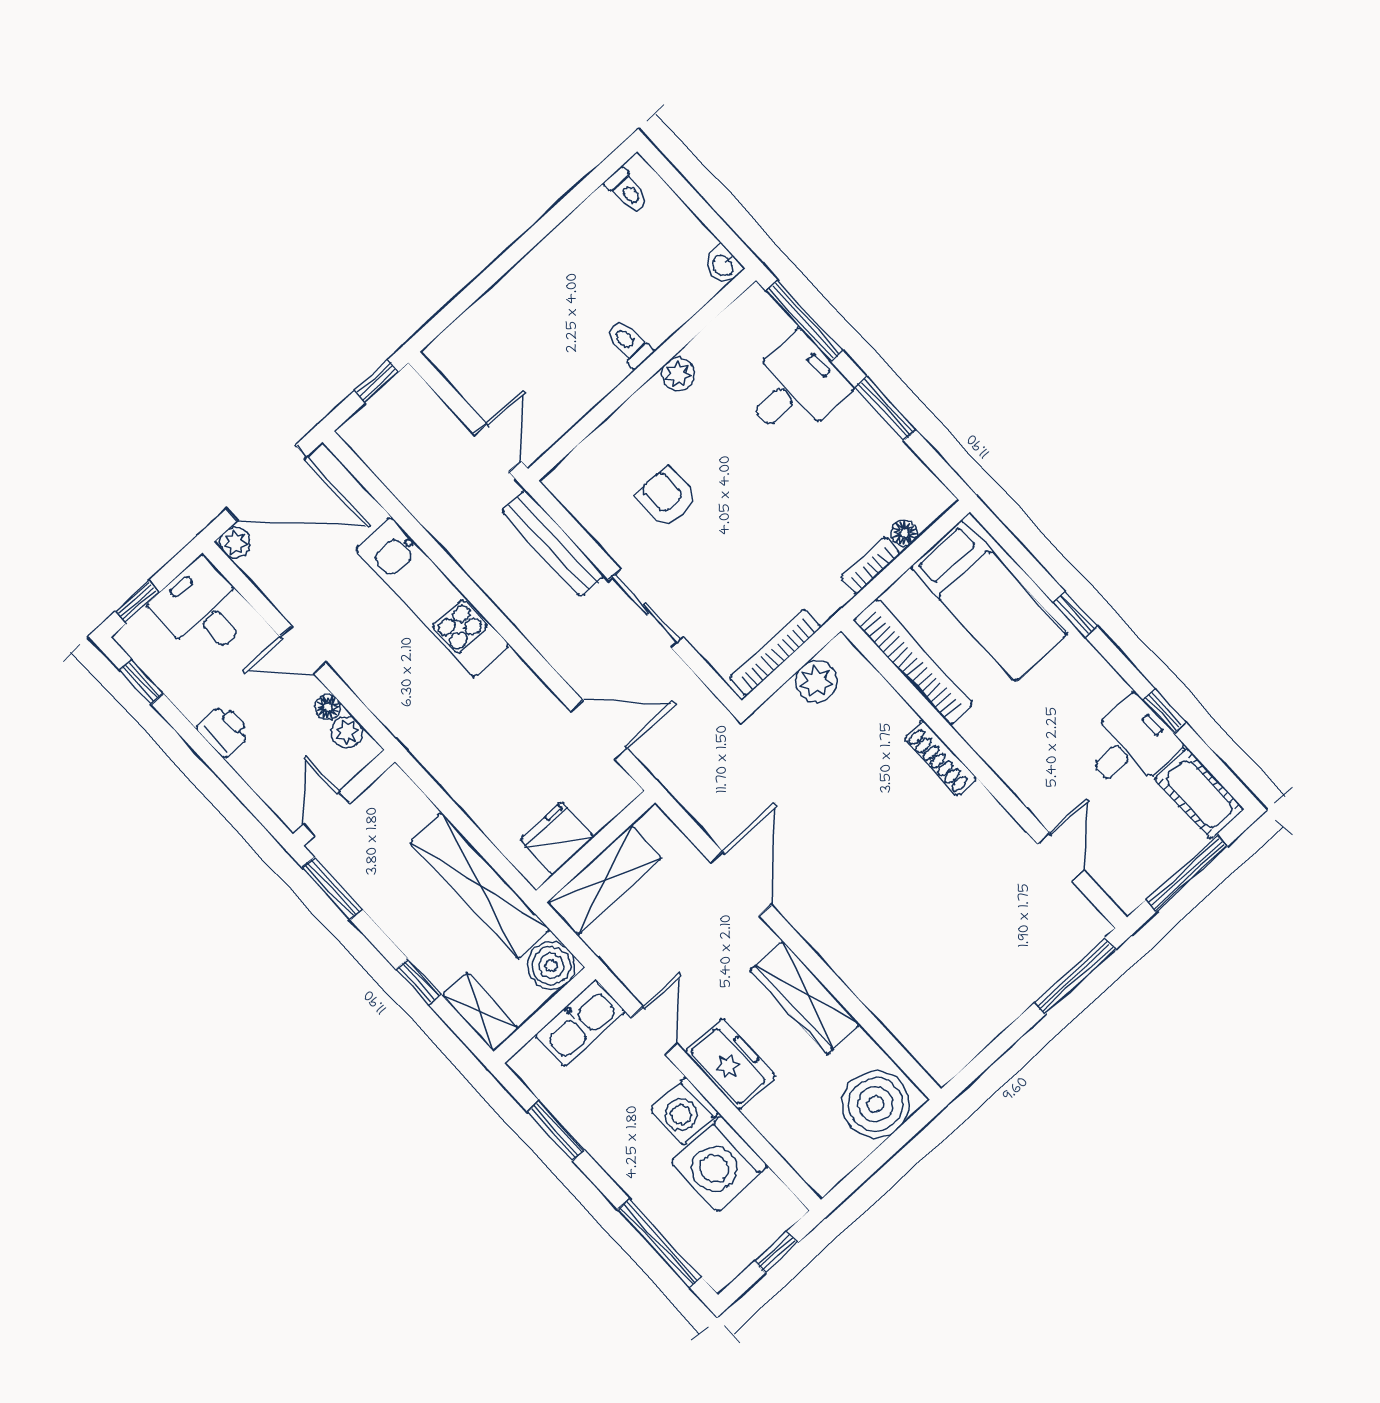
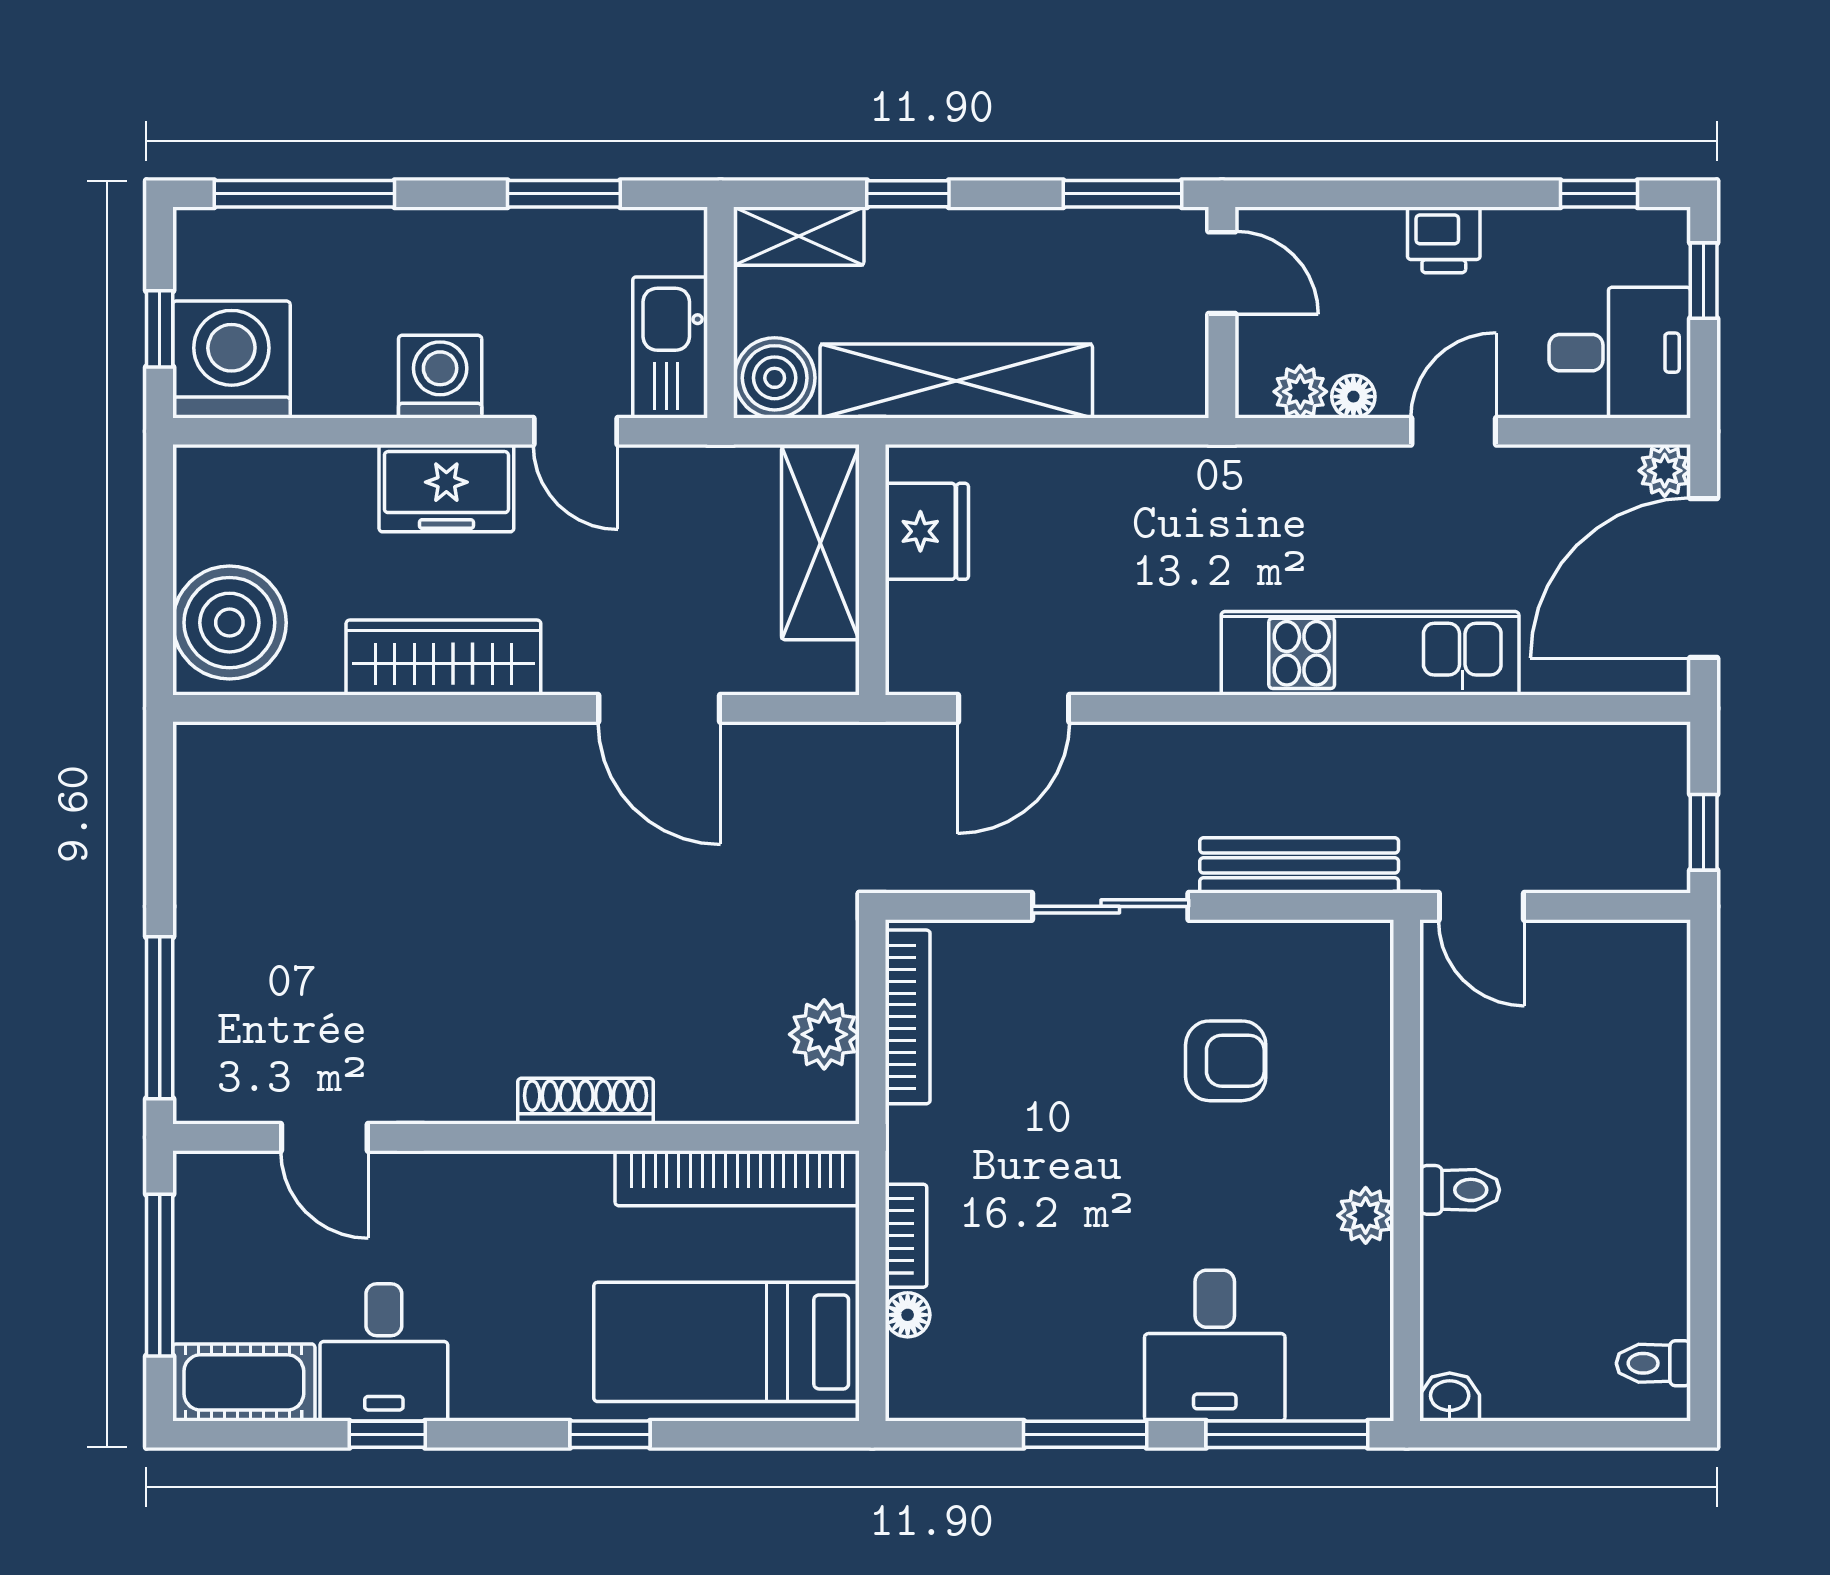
washing machine: (719, 1164) -> (231, 359), moved

